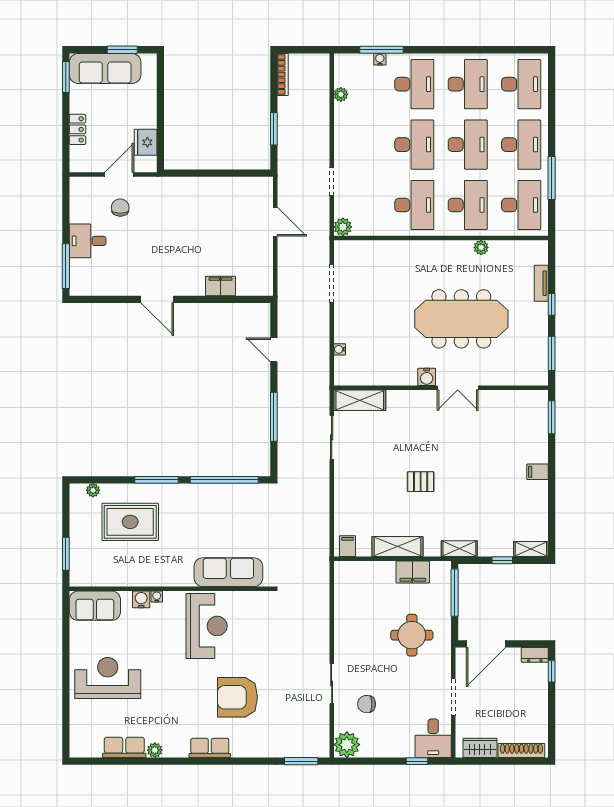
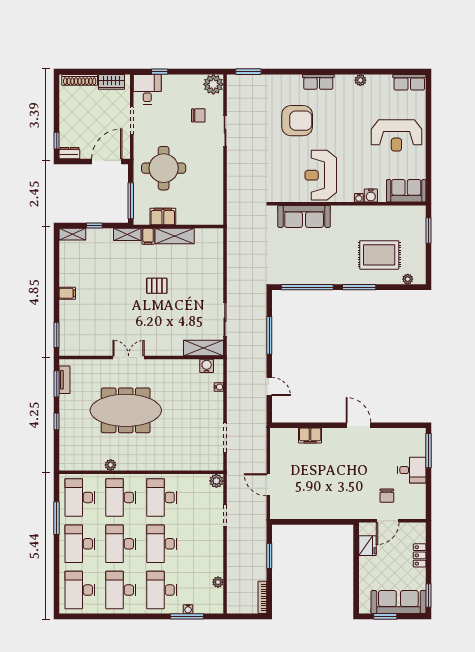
tv unit: (541, 283) -> (65, 380), moved
water cooler: (427, 377) -> (207, 366), moved
filing cabinet: (348, 546) -> (148, 236), moved
round table: (412, 635) -> (164, 168), width x1.36, depth x1.36
row of seats: (124, 747) -> (409, 82), moved

